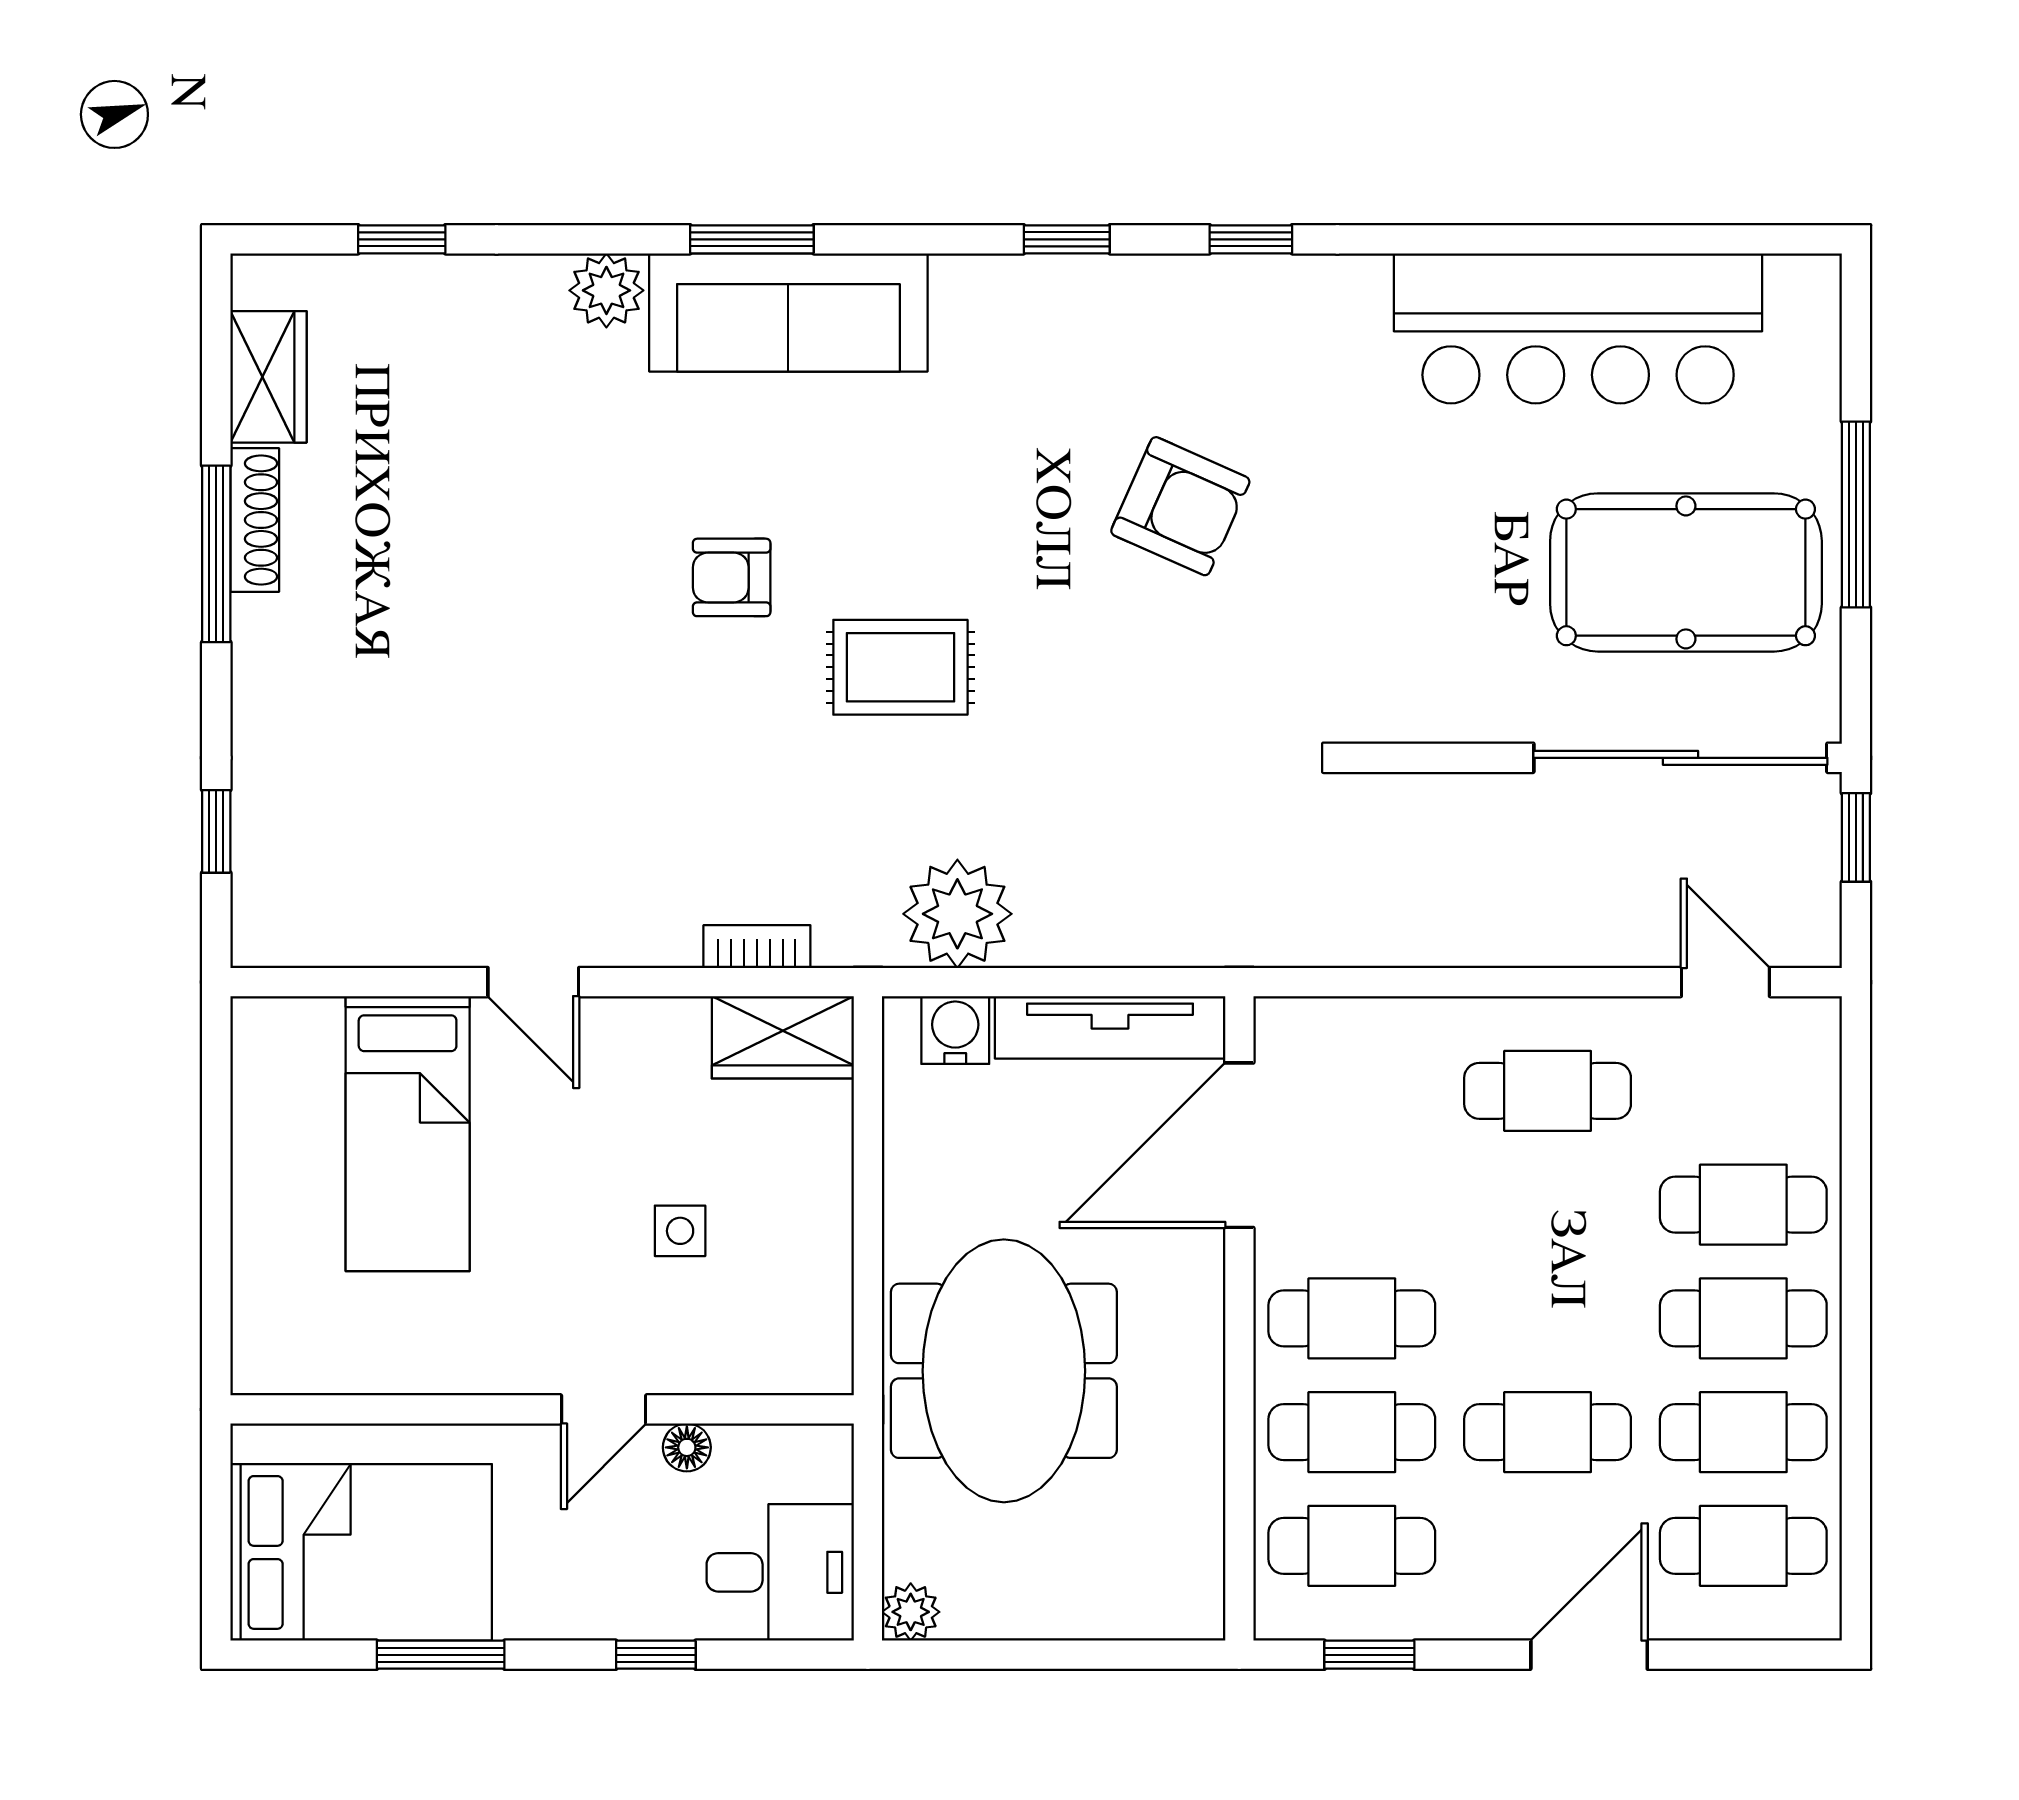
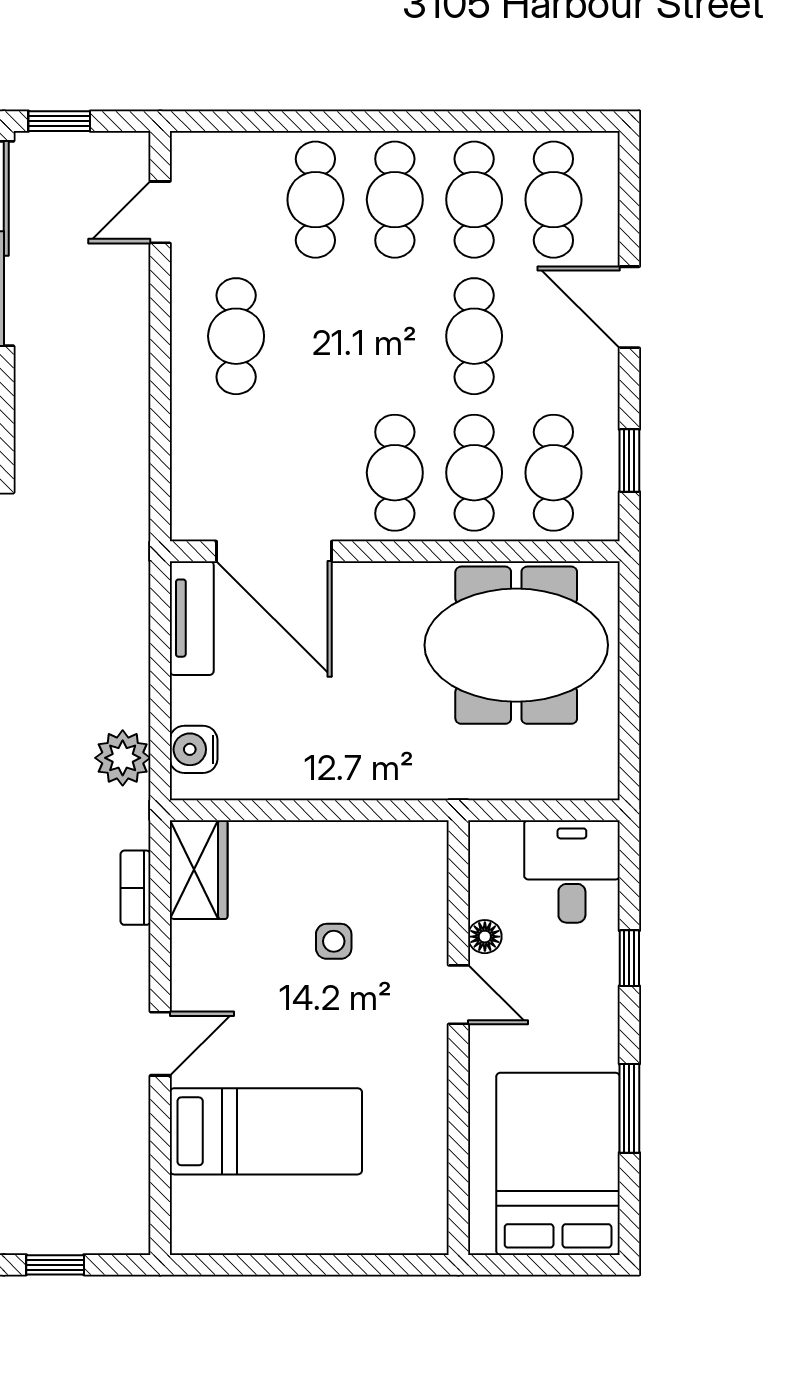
plant: (957, 914) -> (123, 758), width x0.73, depth x0.73
tv unit: (1110, 1027) -> (192, 618), width x0.71
meeting table: (1004, 1371) -> (516, 645), moved
plant: (911, 1612) -> (600, 780), removed

